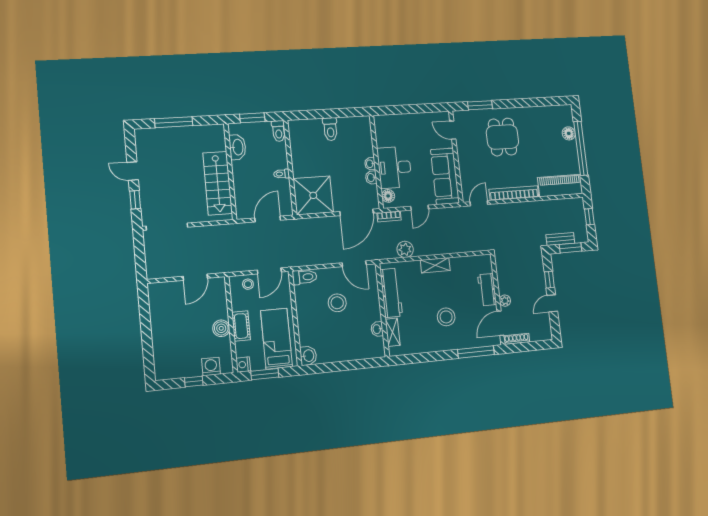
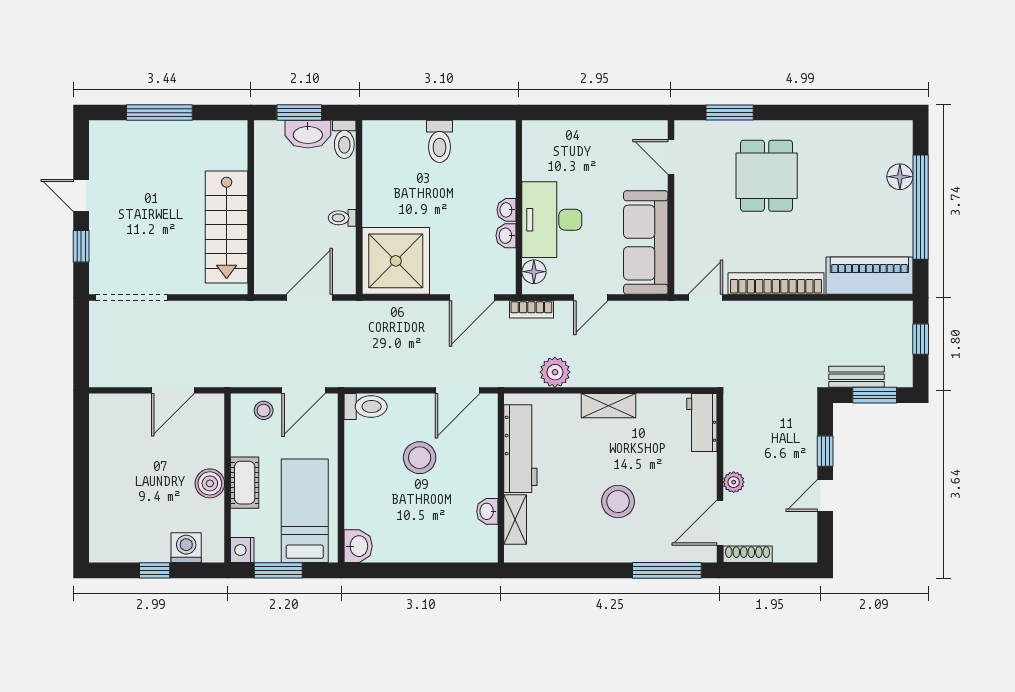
washbasin: (237, 147) -> (308, 134), moved, turned 90
door: (357, 212) -> (472, 298), width x0.73
door: (354, 264) -> (458, 390), hinge flipped
workbench: (487, 290) -> (702, 423), moved

